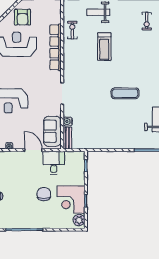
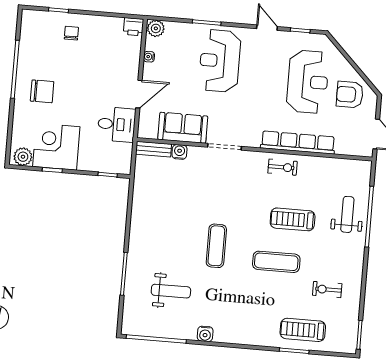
exercise bike: (72, 30) -> (283, 167), moved
exercise mat: (132, 55) -> (276, 262), added
sofa: (52, 131) -> (183, 128), moved
chair: (44, 194) -> (42, 91), moved

